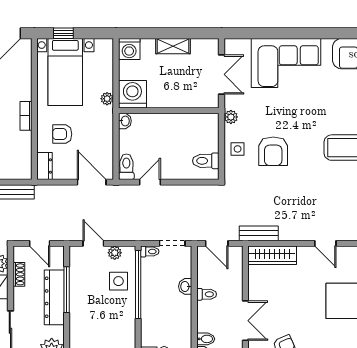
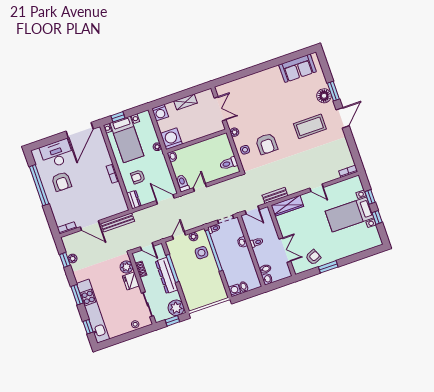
corner sofa: (286, 63) -> (256, 89), removed
door: (93, 243) -> (179, 235), hinge flipped

